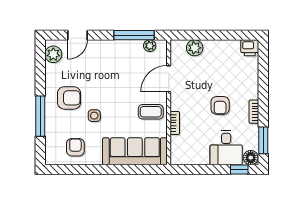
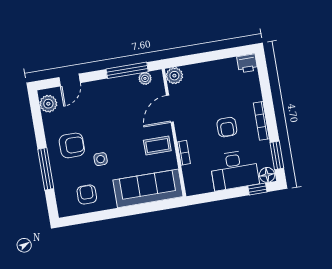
plant: (195, 48) -> (174, 76), moved
bookcase: (254, 112) -> (261, 121), width x1.56
desk: (226, 148) -> (234, 170), width x1.37

